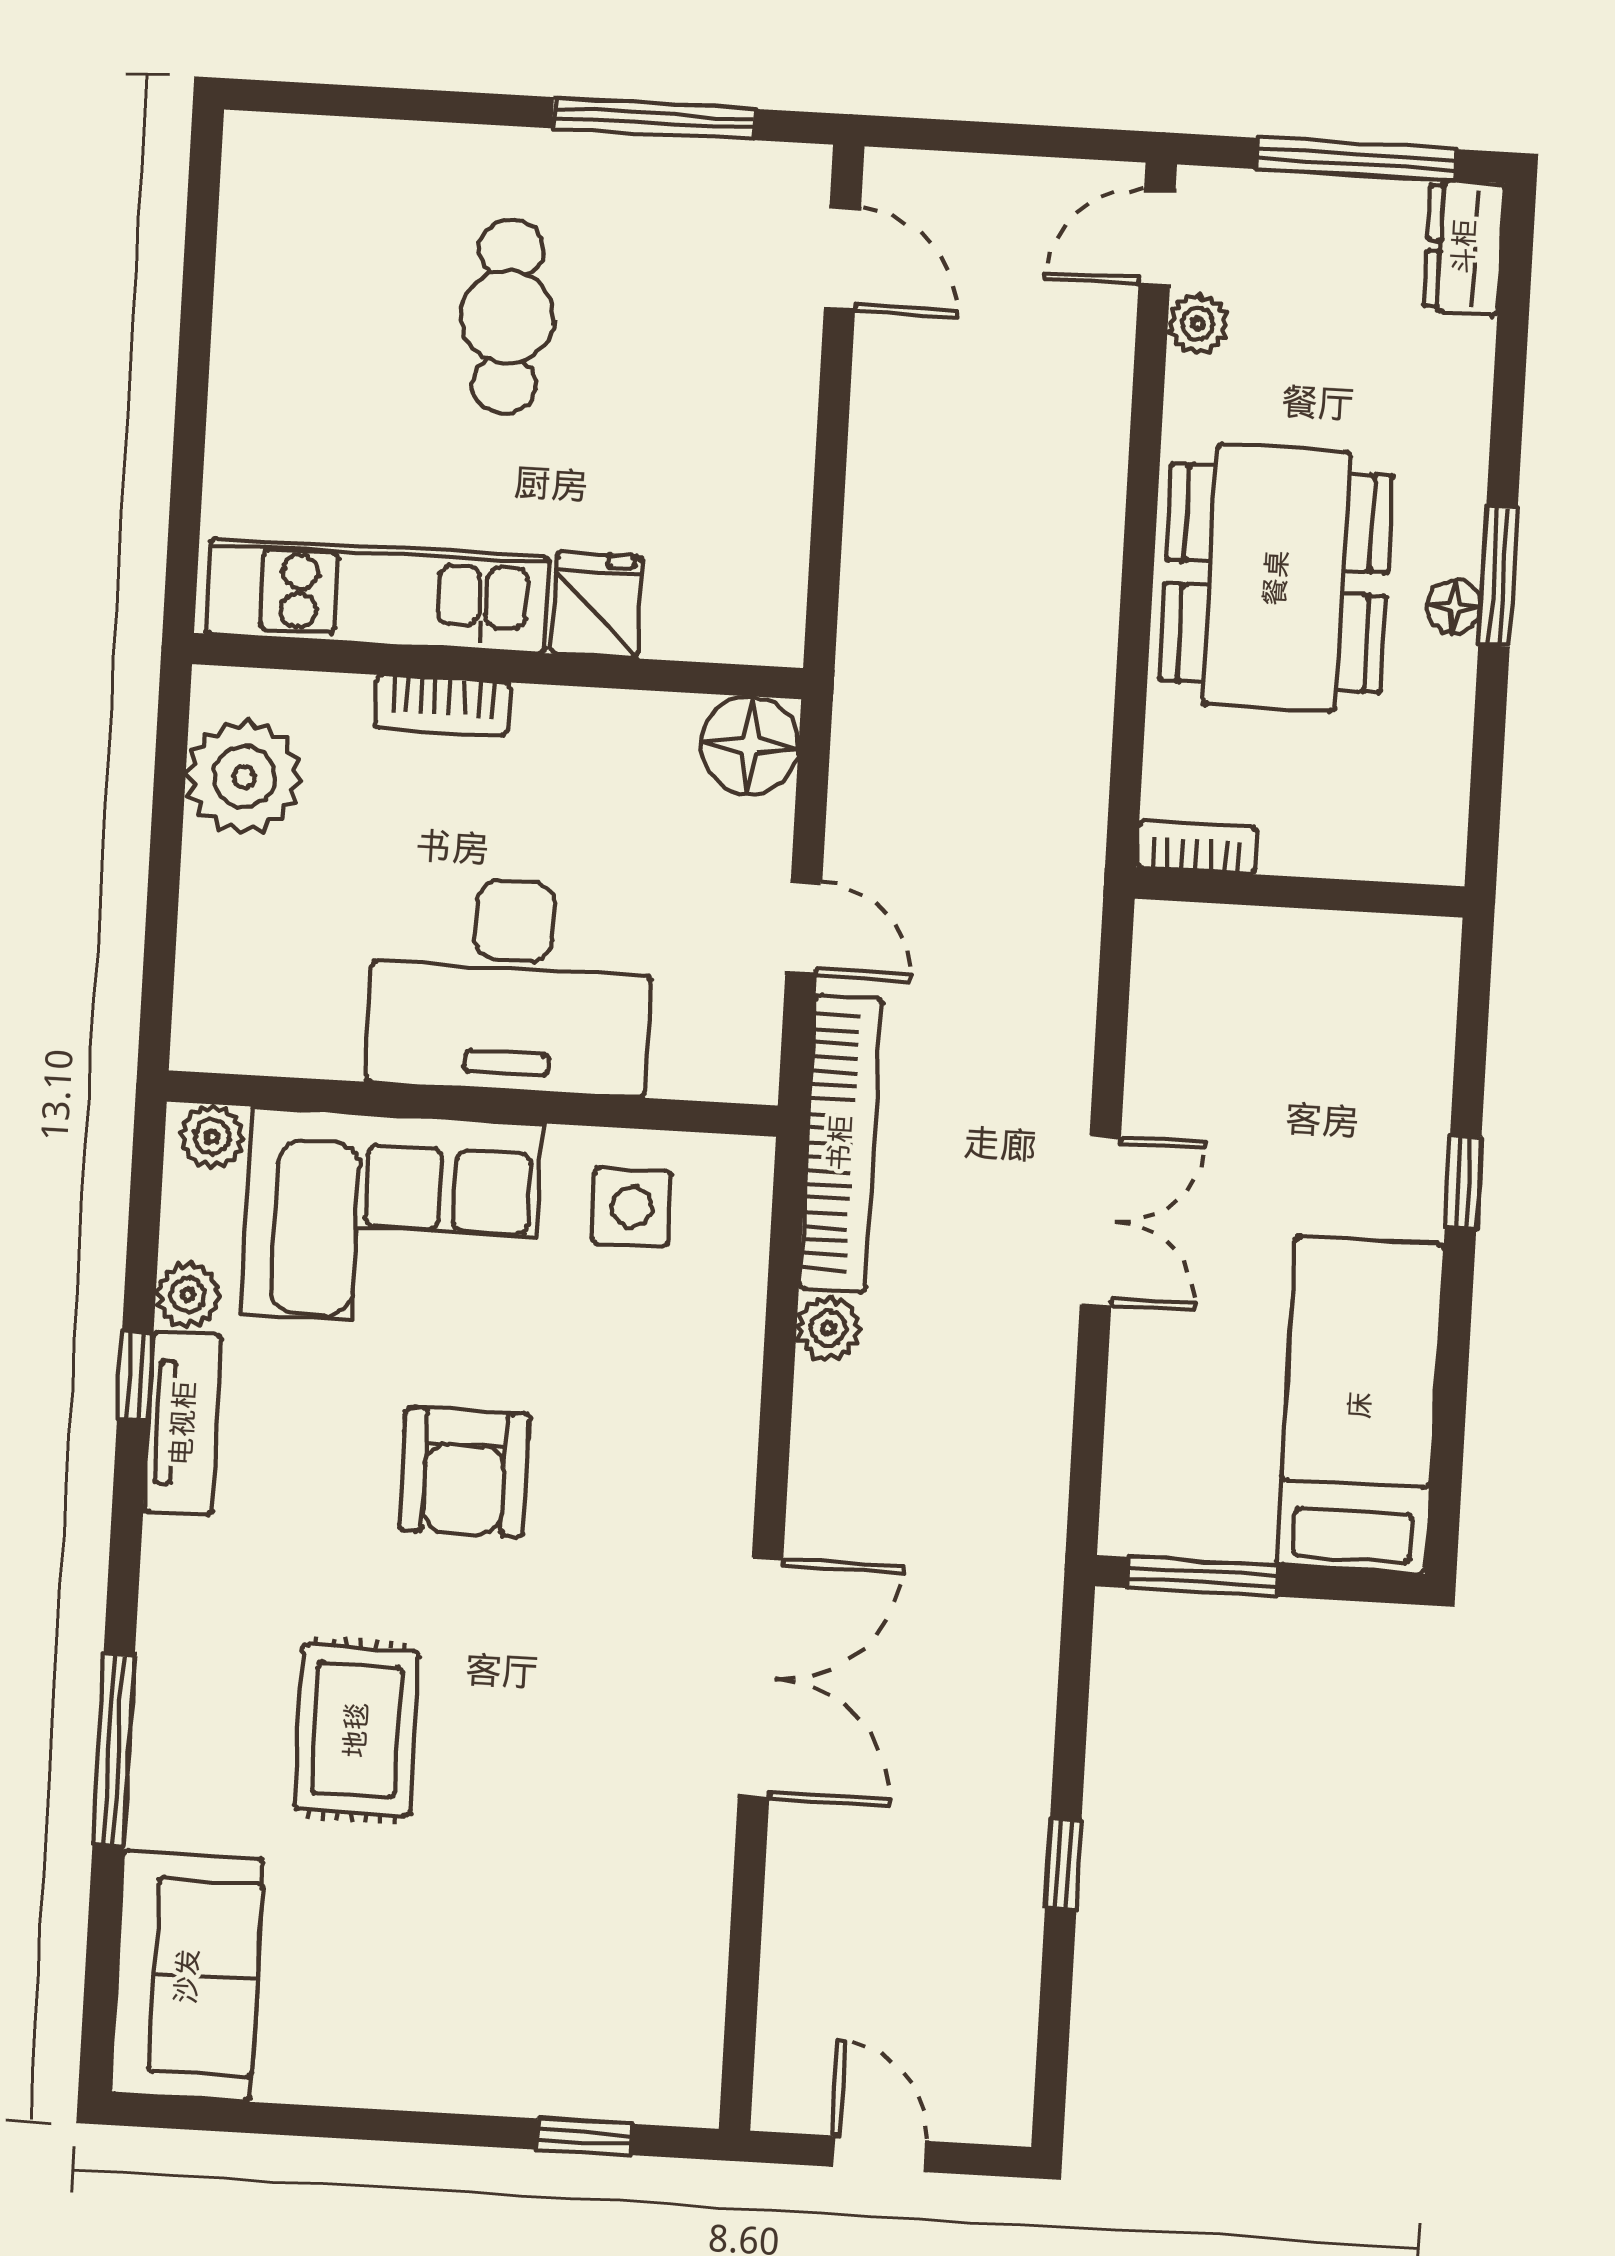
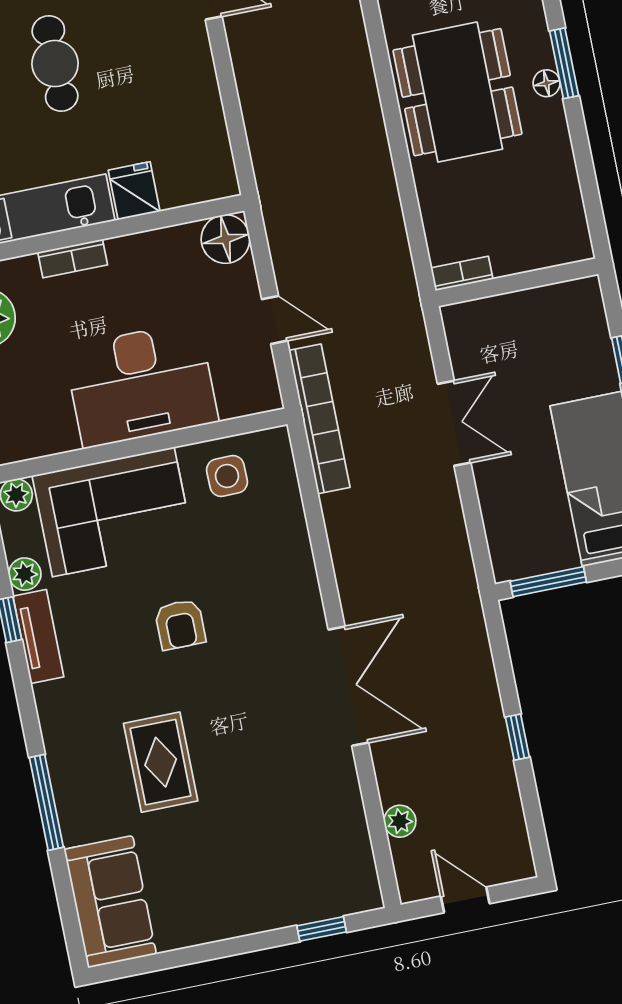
bookcase: (1197, 847) -> (462, 274), moved
wall: (1300, 893) -> (517, 282), moved
plant: (829, 1328) -> (400, 821), moved
armchair: (465, 1472) -> (180, 624), width x0.72, depth x0.72

